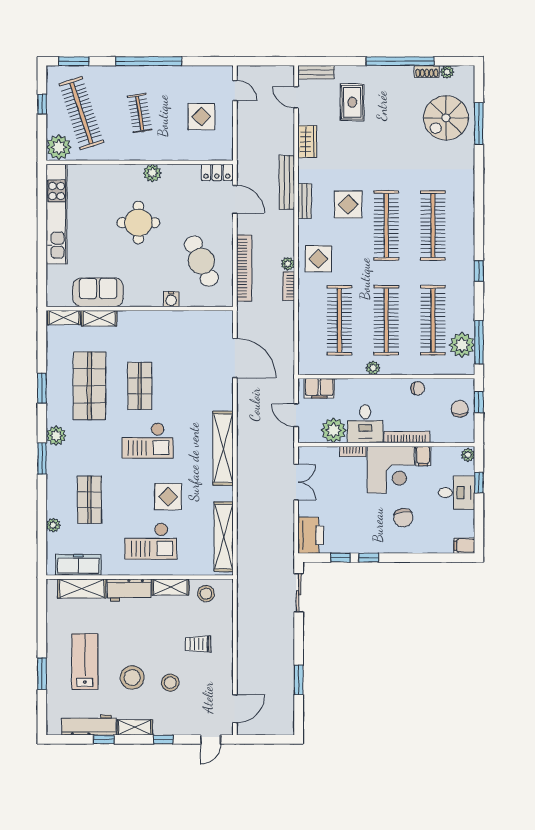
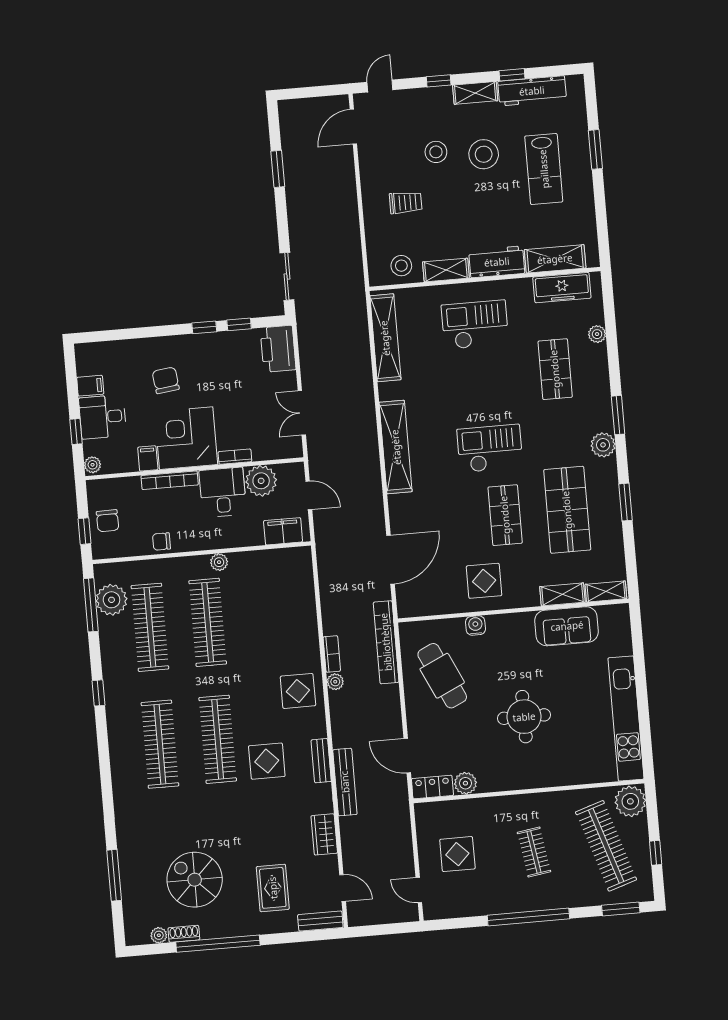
spiral stairs: (446, 118) -> (195, 880), moved, turned -90
plant: (152, 173) -> (465, 783), moved
bookcase: (244, 268) -> (386, 642), moved
clothes rail: (339, 320) -> (265, 617), removed
door: (235, 358) -> (390, 560), swing flipped
display table: (168, 497) -> (484, 581), moved
filing cabinet: (464, 546) -> (90, 386), moved

